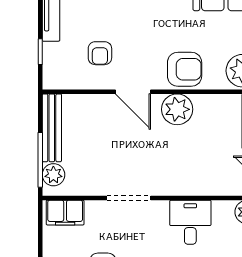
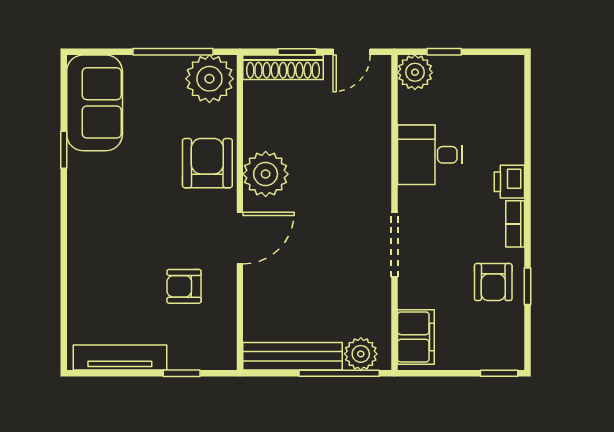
armchair: (100, 53) -> (184, 286), turned 180

